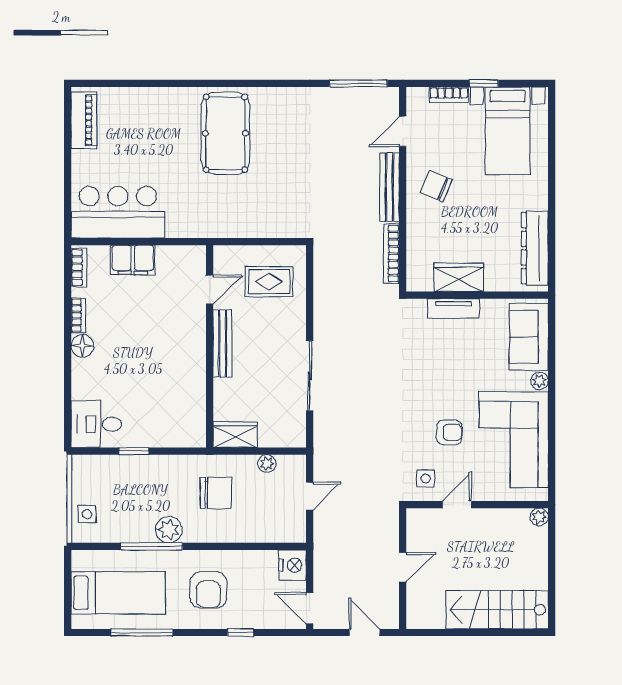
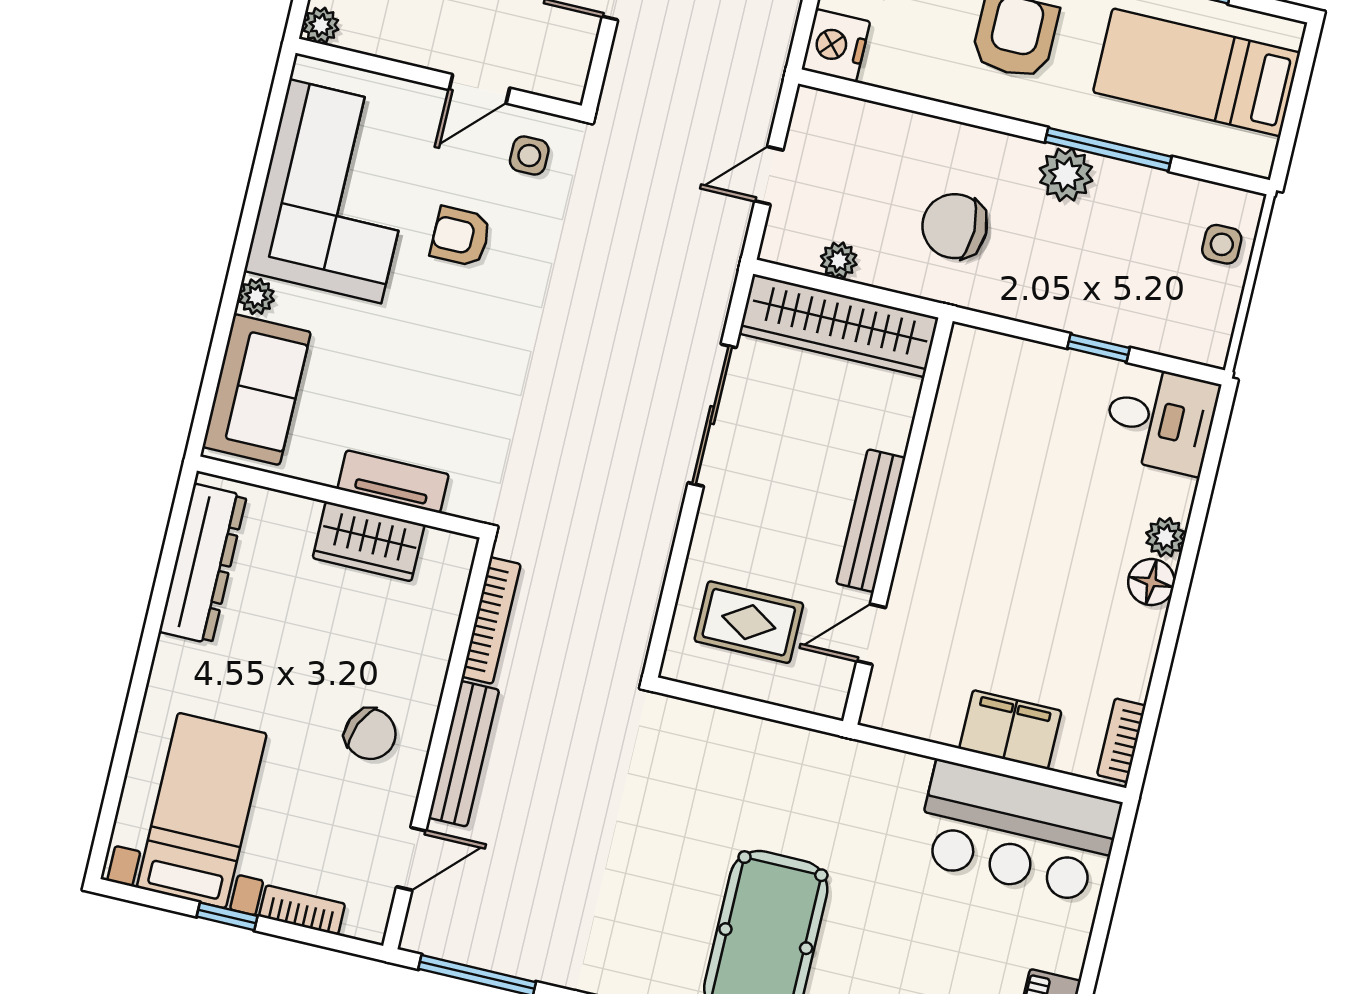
bookcase: (78, 315) -> (1145, 645), removed
plant: (81, 369) -> (1165, 537), added
wardrobe: (235, 435) -> (839, 326), width x2.10, depth x1.17

